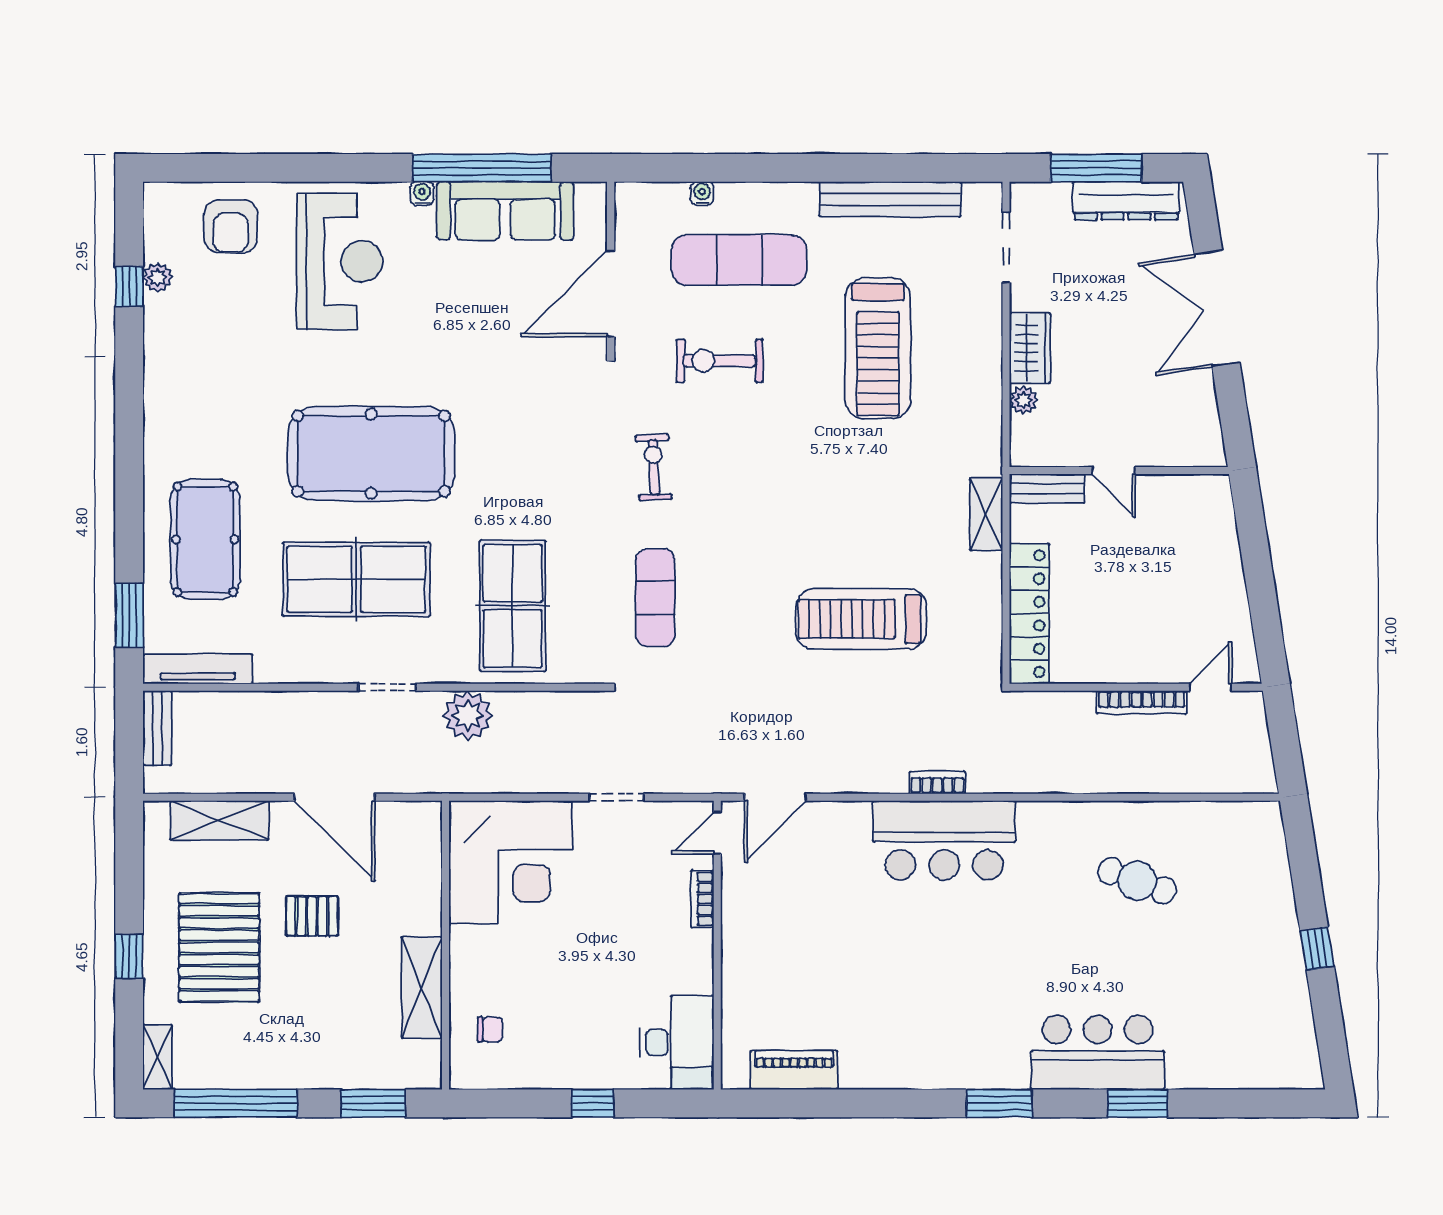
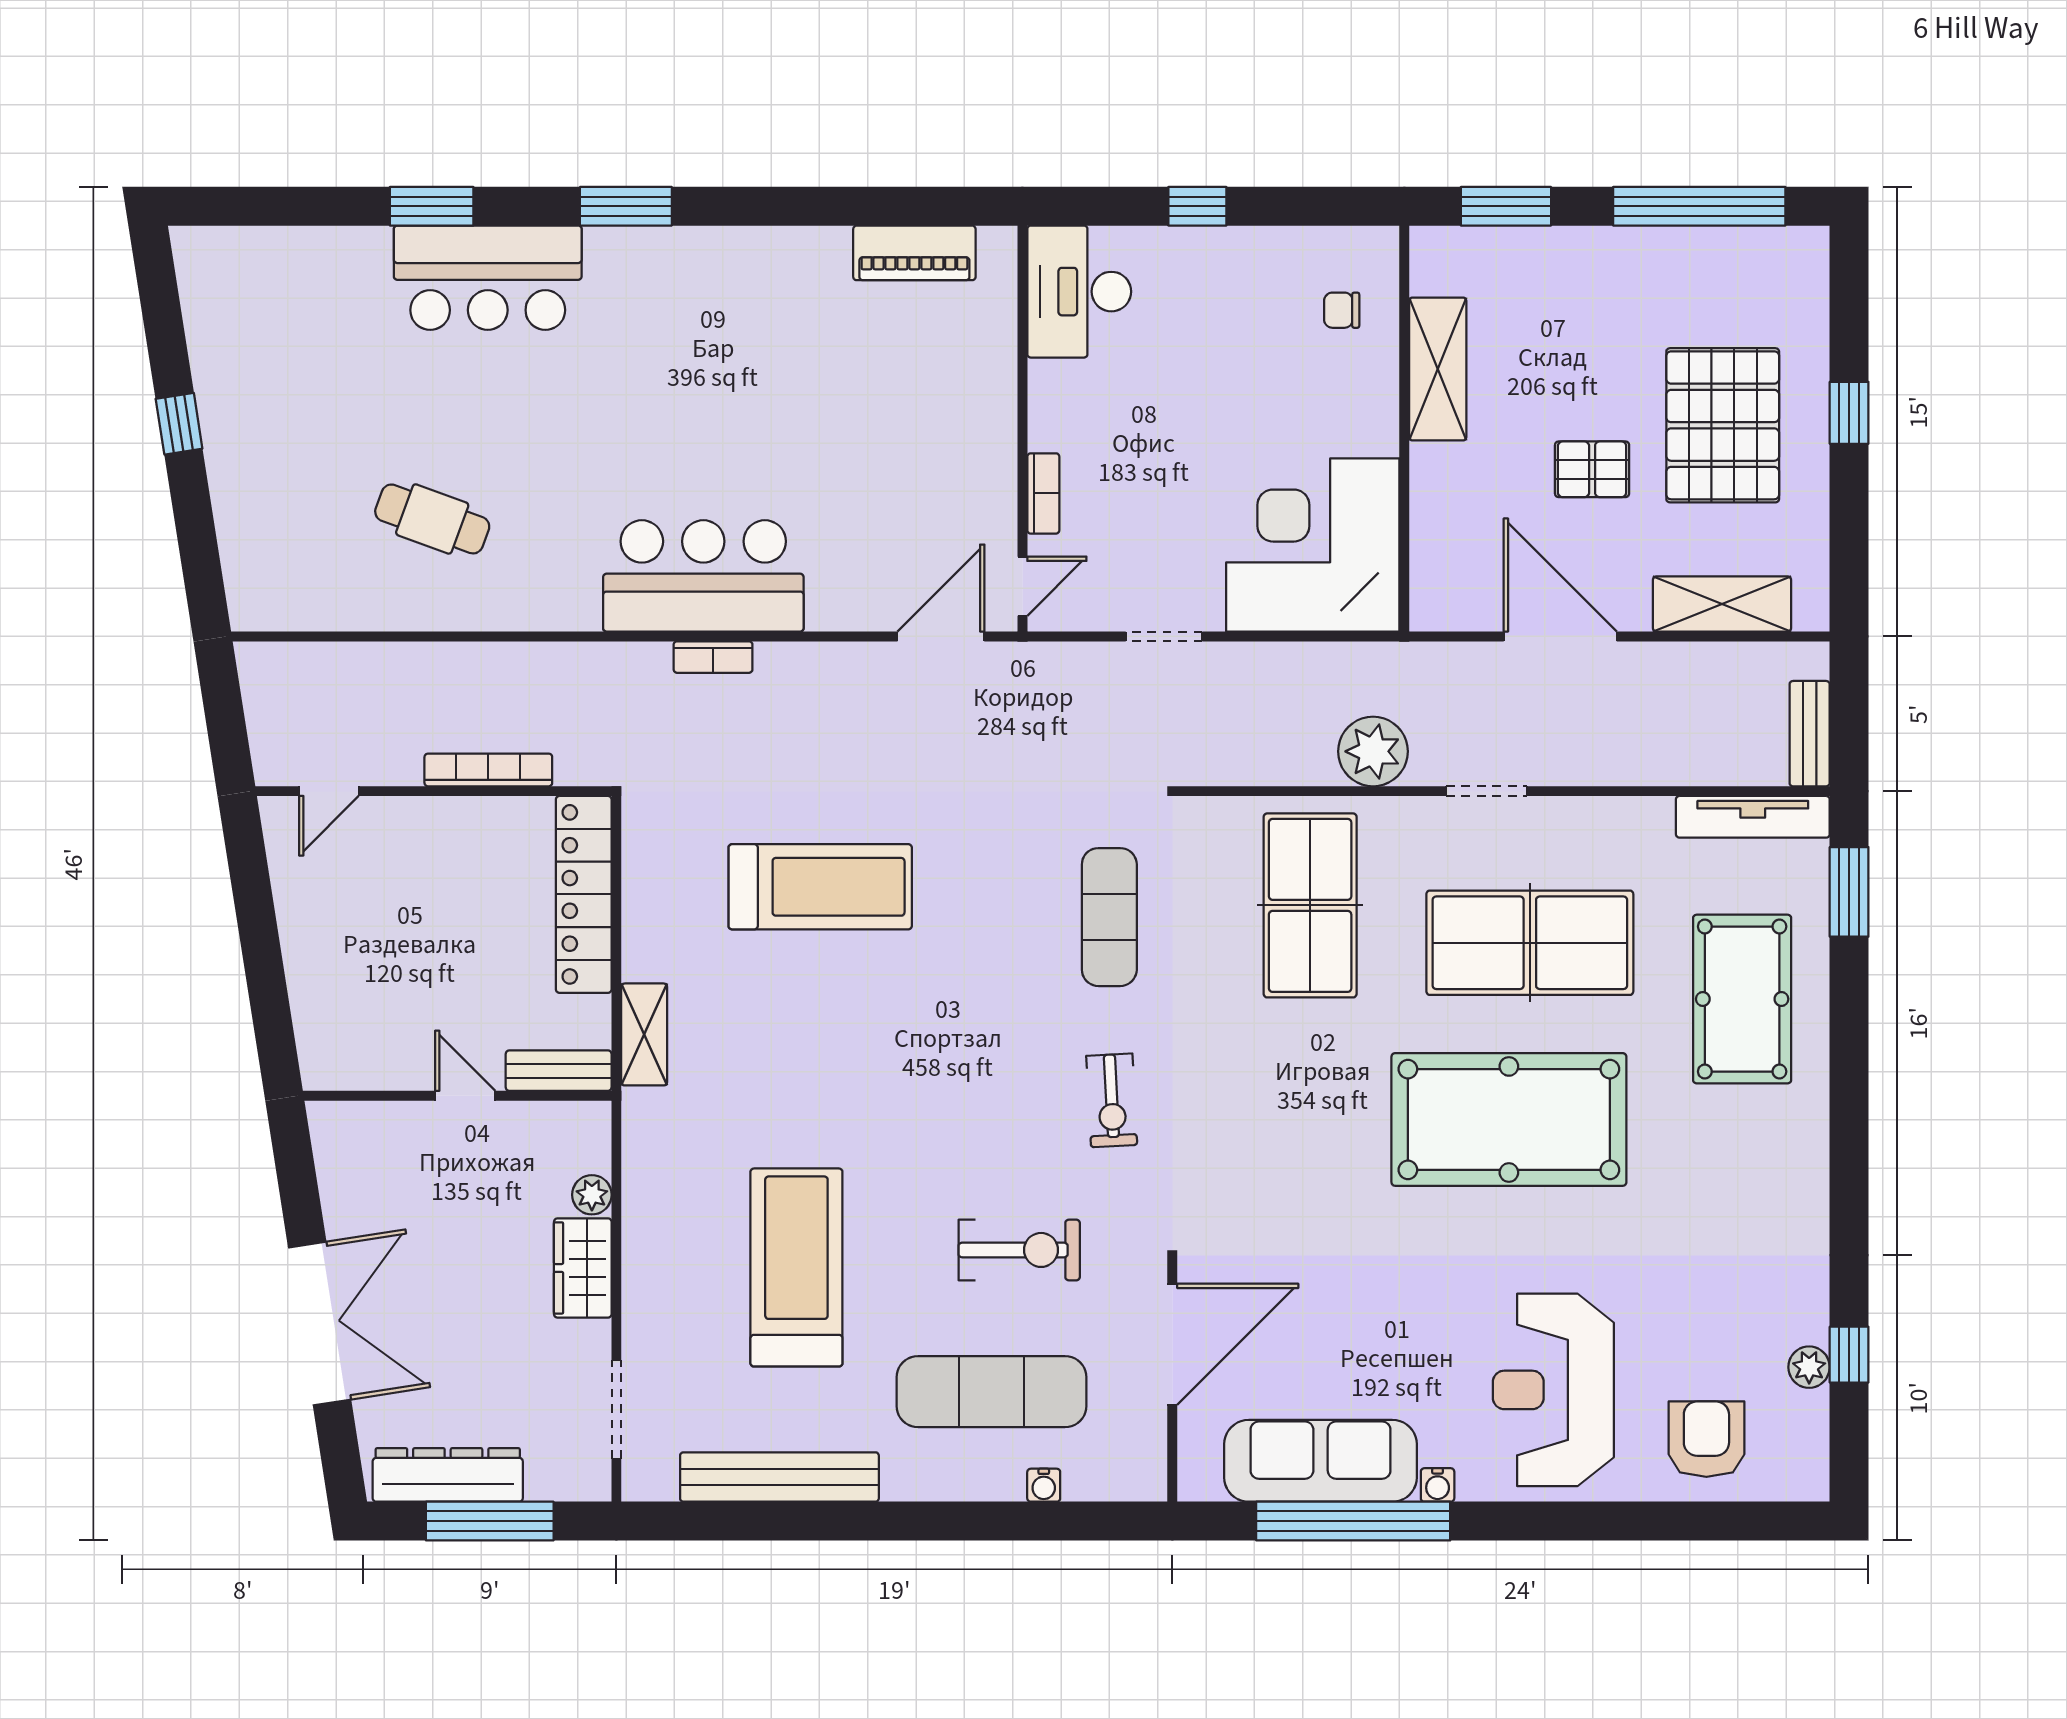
bookcase: (1142, 702) -> (488, 770), moved
shelving: (158, 1057) -> (1809, 271), removed

